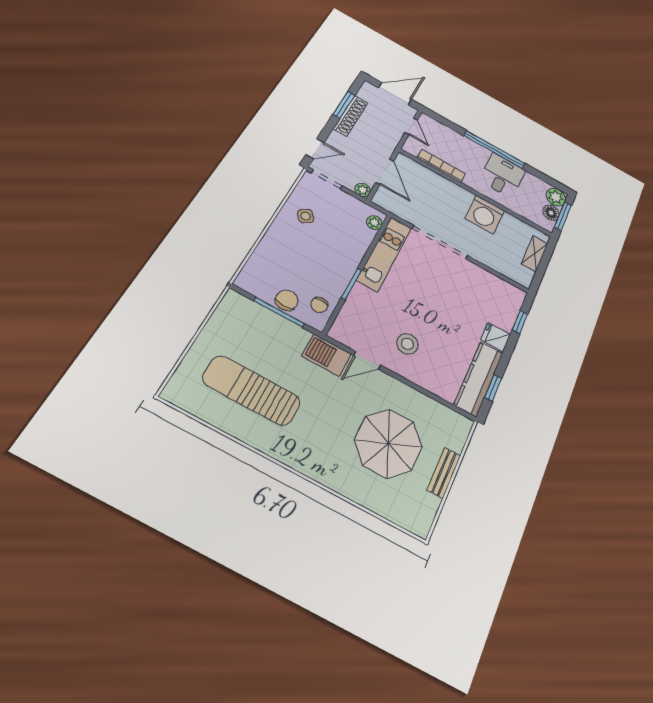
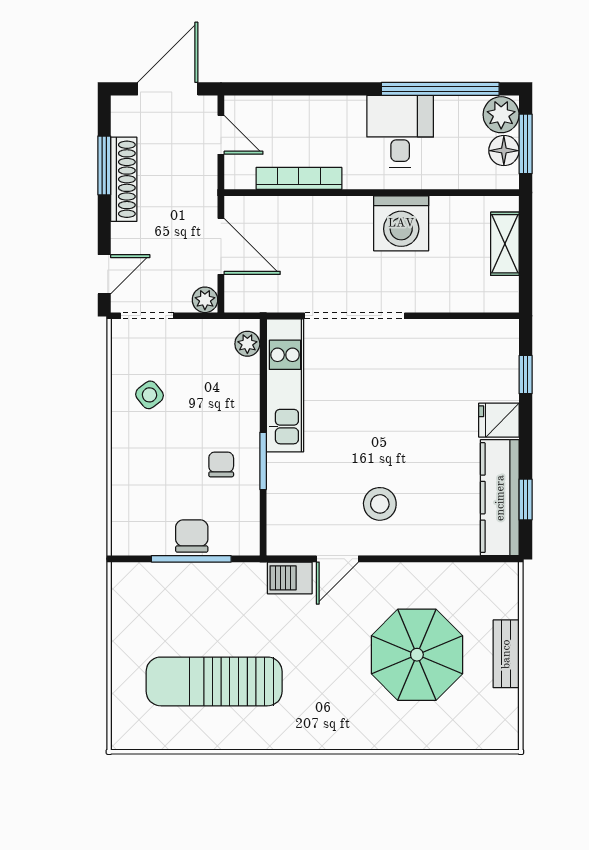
window: (494, 150) -> (440, 89), moved
chair: (319, 305) -> (221, 464), moved, turned 180
barbecue: (326, 355) -> (290, 578), width x0.73, depth x0.79

